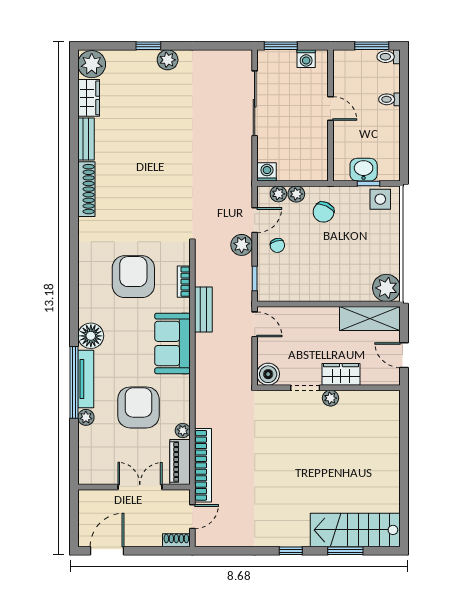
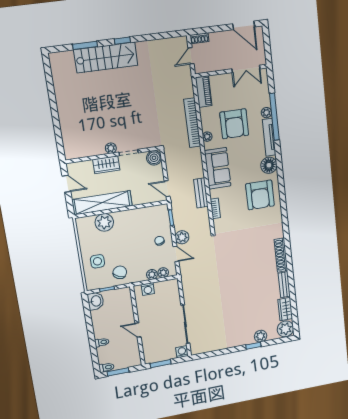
window: (281, 46) -> (161, 364), moved
washing machine: (306, 59) -> (182, 352), moved
plant: (168, 60) -> (261, 336), moved
washbasin: (364, 170) -> (96, 301), moved, turned -90
washing machine: (267, 172) -> (148, 289), moved
side table: (380, 199) -> (97, 261), moved
chair: (324, 212) -> (120, 272), moved
door: (255, 220) -> (176, 254), swing flipped
armchair: (133, 277) -> (260, 195), moved
plant: (386, 288) -> (104, 222), moved
shelving: (370, 318) -> (102, 203), width x1.47
window: (74, 382) -> (274, 117), moved
plant: (183, 431) -> (207, 137), moved
bookcase: (203, 465) -> (192, 123), moved
double door: (140, 487) -> (246, 69), moved
stairs: (355, 530) -> (106, 58), moved
door: (107, 551) -> (244, 25), hinge flipped

